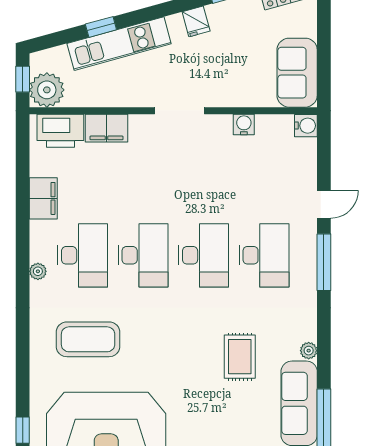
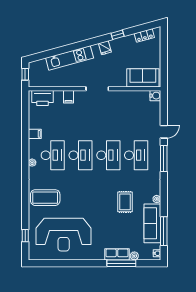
window: (101, 27) -> (61, 50), removed
sofa: (297, 73) -> (143, 78), moved, turned 90
plant: (47, 90) -> (36, 79), removed
water cooler: (244, 124) -> (127, 95), removed
filing cabinet: (106, 128) -> (69, 97), width x0.50
filing cabinet: (43, 198) -> (35, 134), width x0.50
coffee table: (88, 339) -> (45, 198), moved

